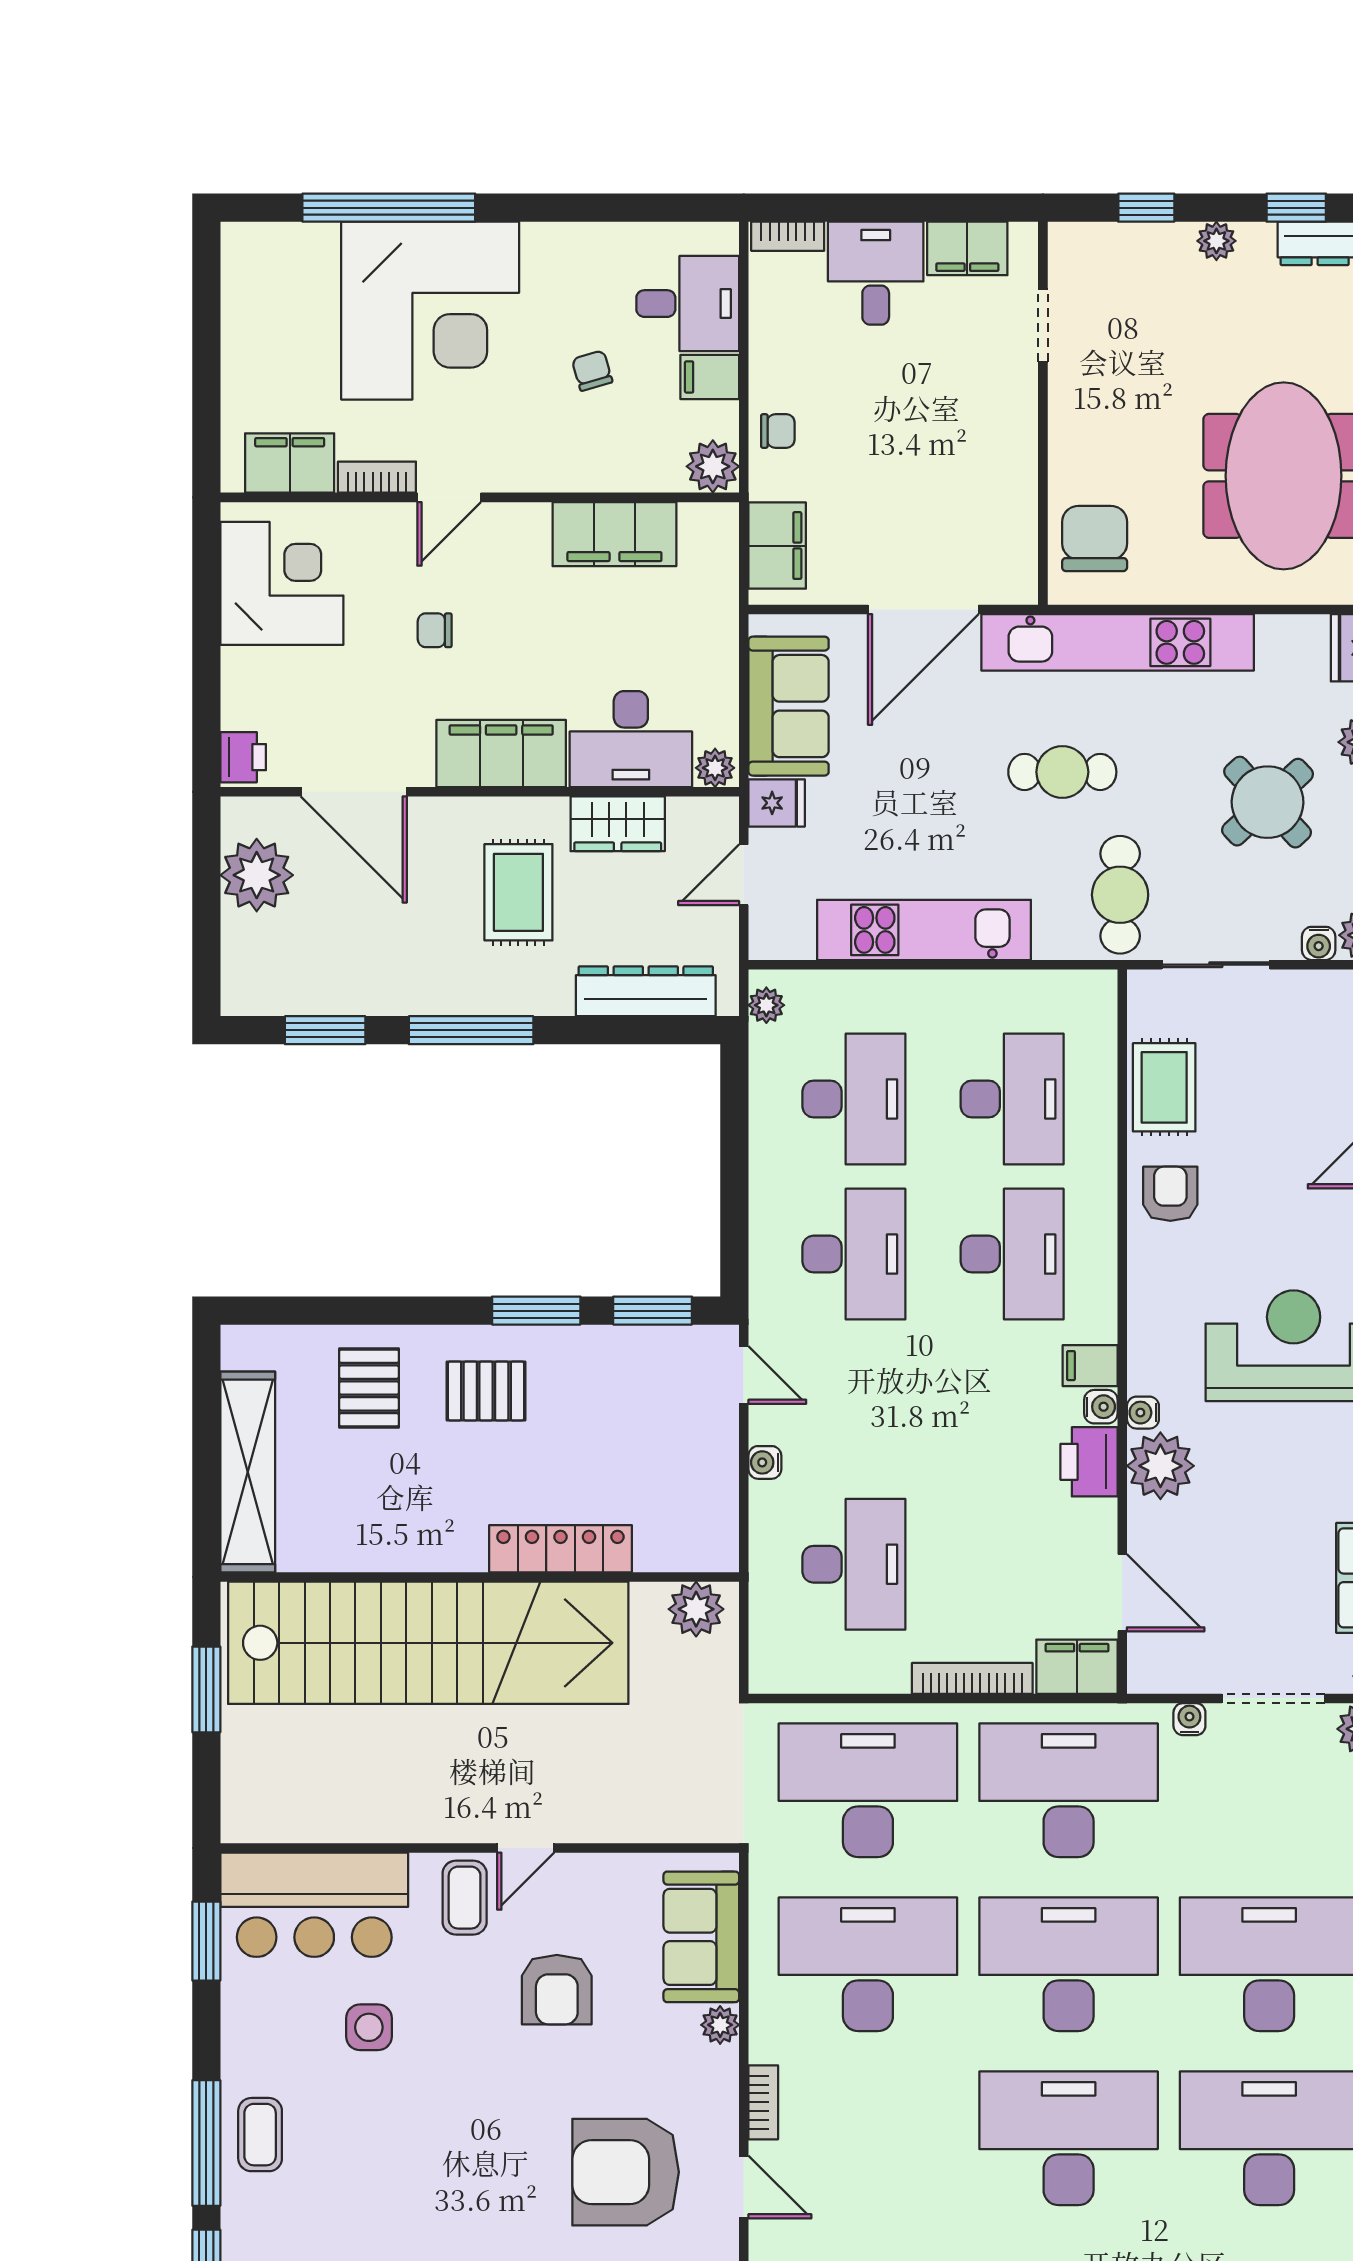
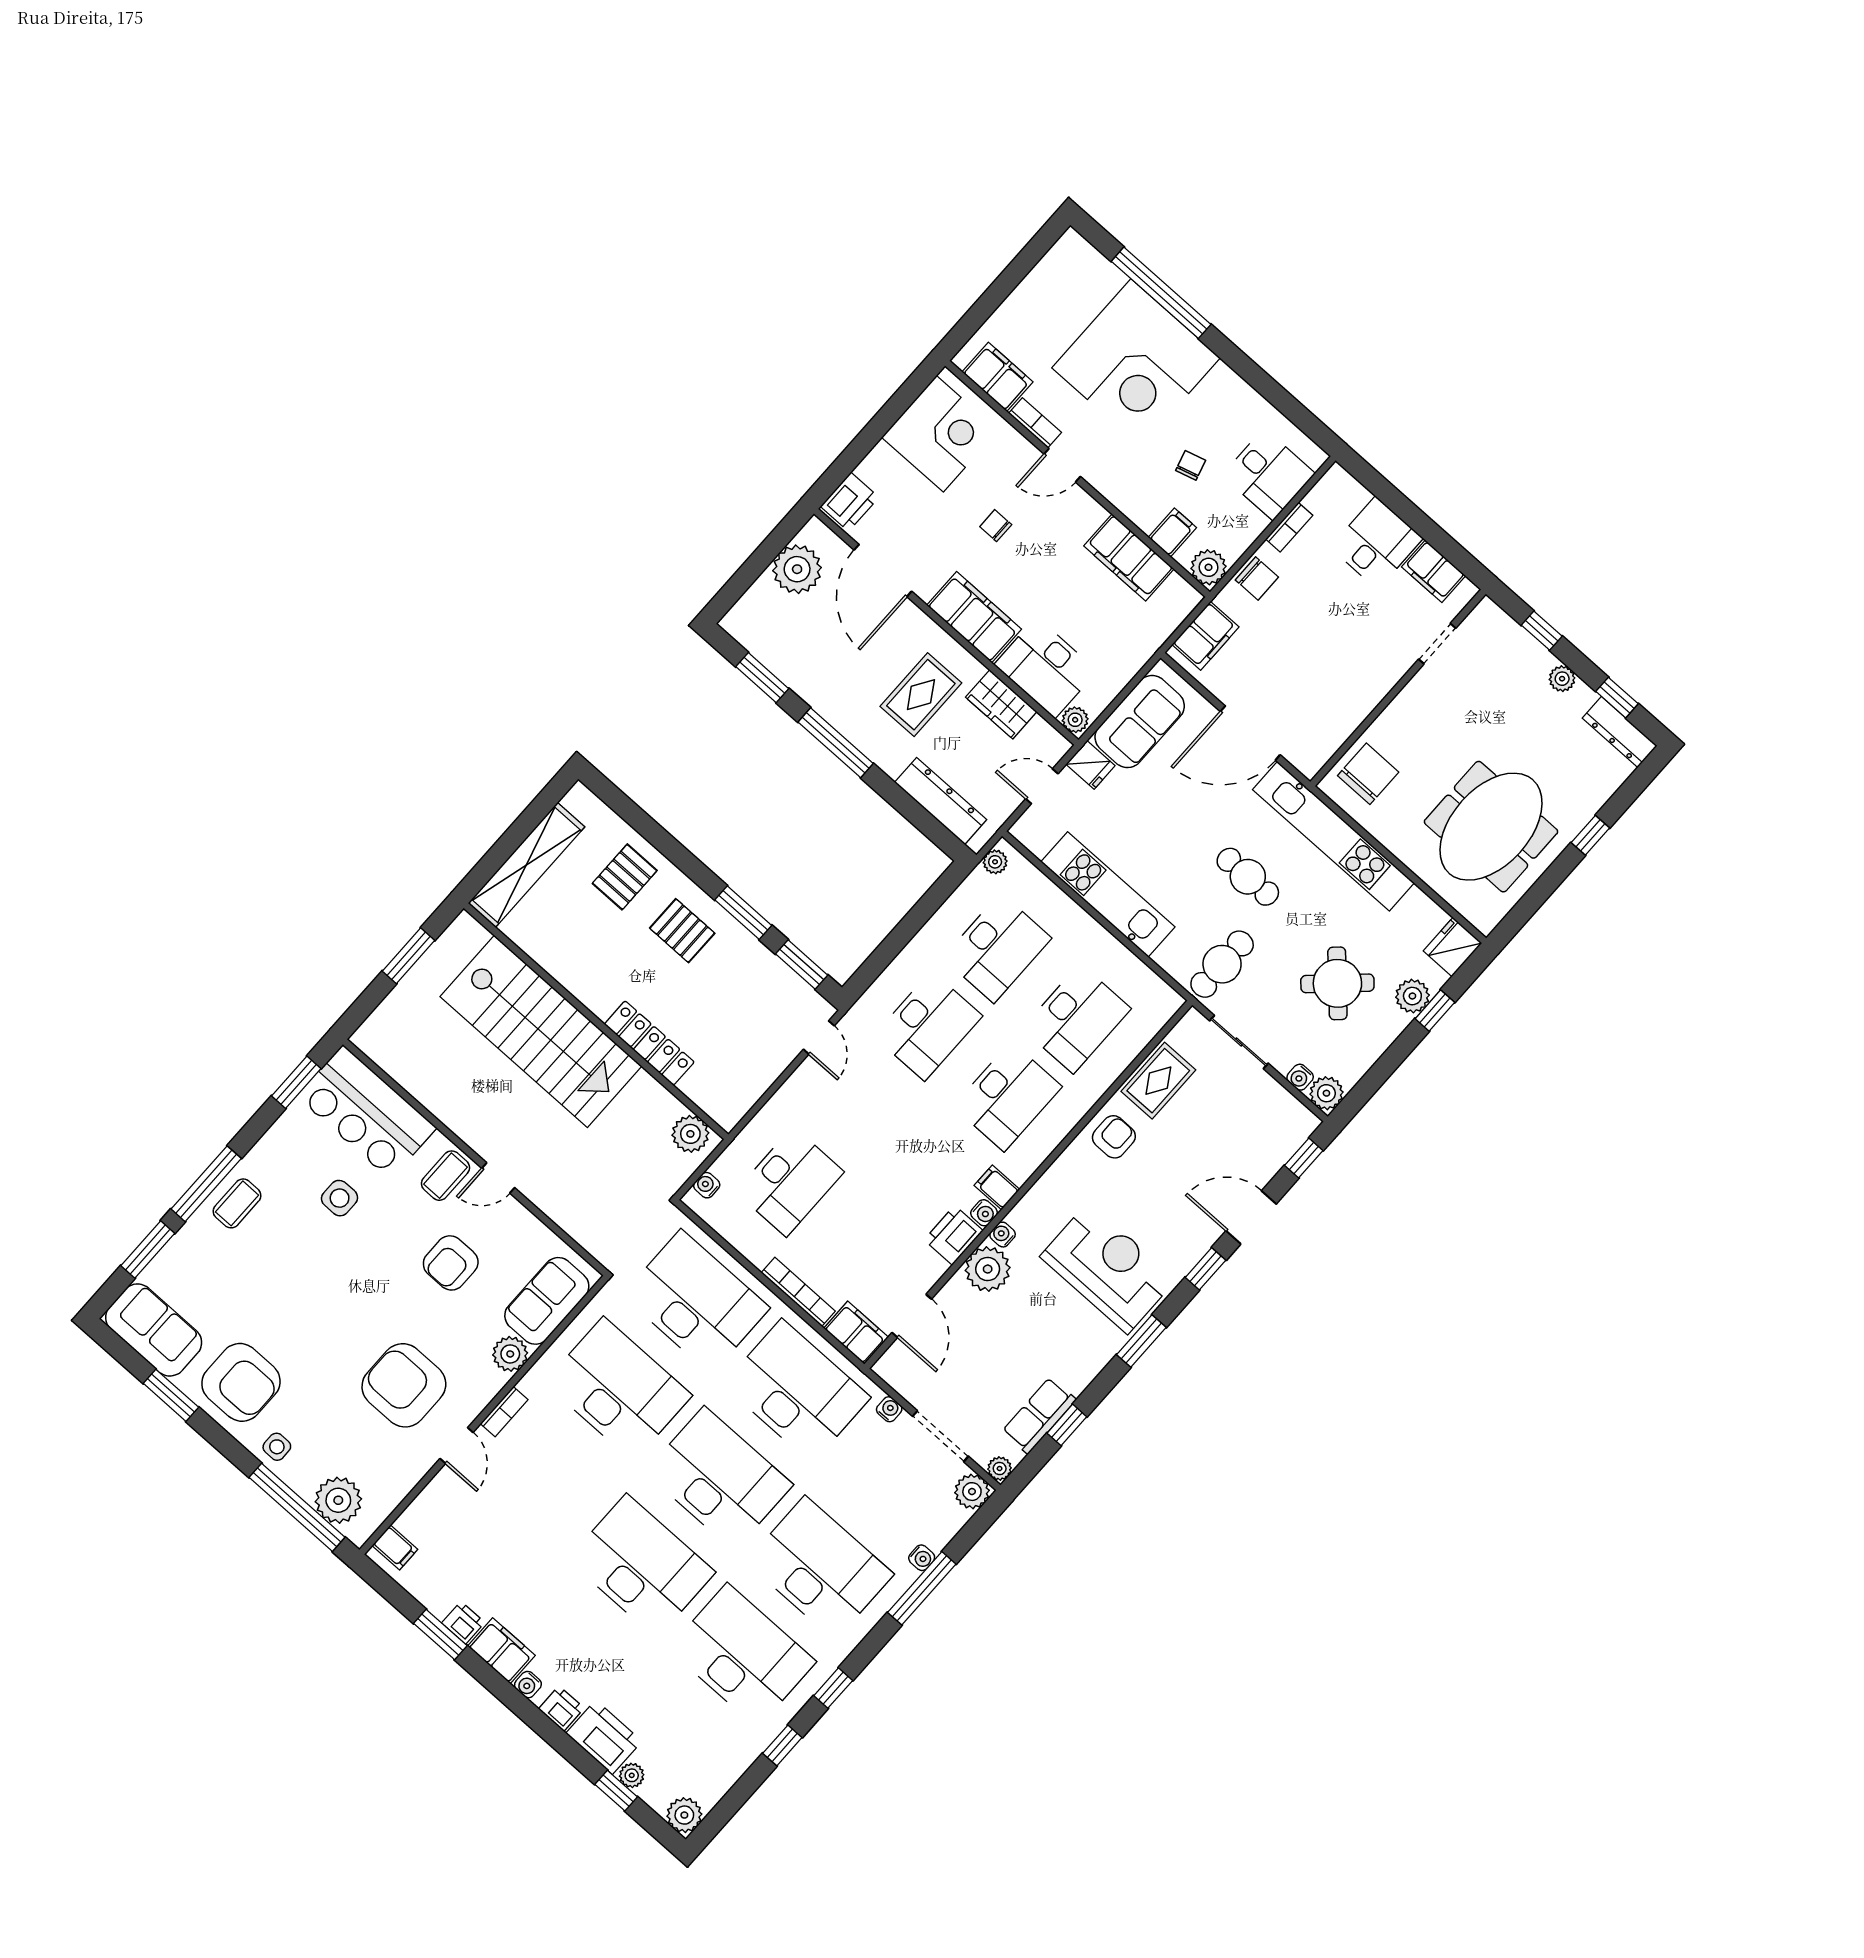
bookcase: (788, 236) -> (1289, 527), moved, turned -90
filing cabinet: (710, 377) -> (1172, 533), moved, turned 90
chair: (778, 431) -> (1257, 579), width x1.37, depth x1.37
printer: (243, 757) -> (850, 502), width x1.36, depth x1.24
water cooler: (765, 1462) -> (707, 1185), moved
stairs: (428, 1643) -> (541, 1031), width x0.73
plant: (720, 2025) -> (510, 1354), width x1.38, depth x1.38

